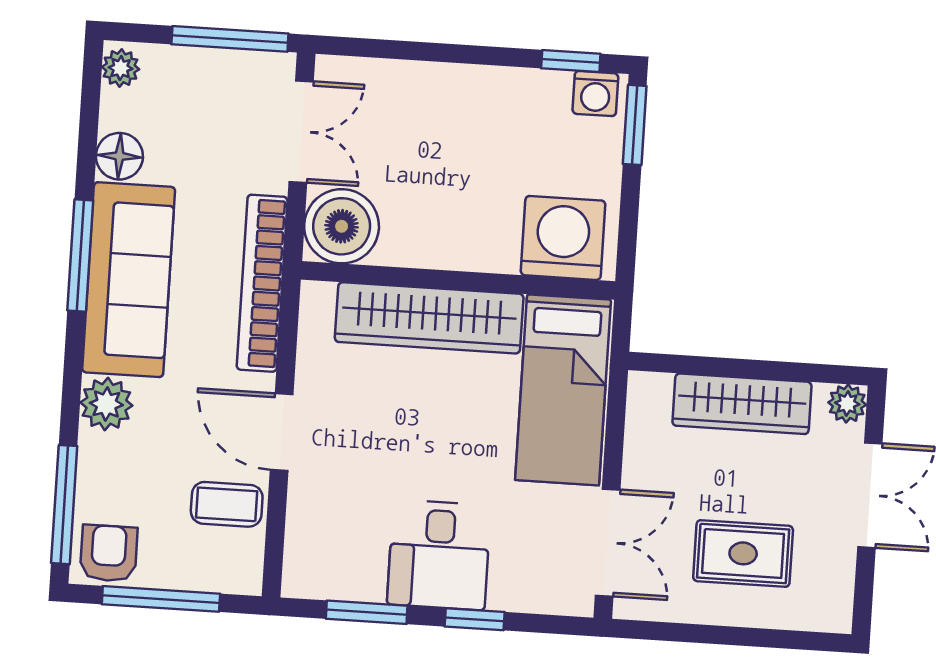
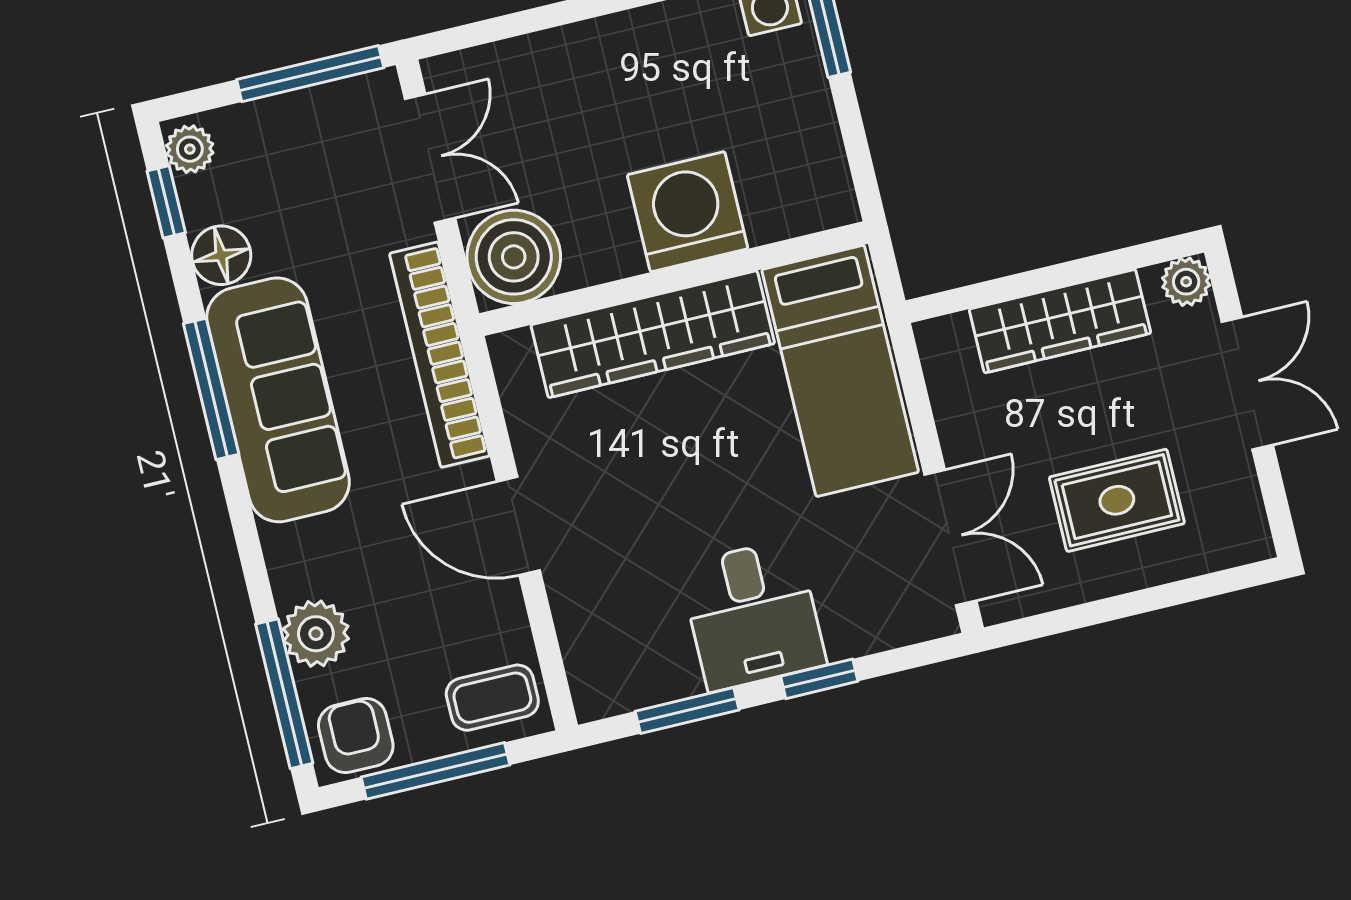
window: (90, 103) -> (166, 202), added
washing machine: (563, 238) -> (688, 212), moved
plant: (106, 404) -> (316, 634), moved
coffee table: (227, 504) -> (492, 698), moved

